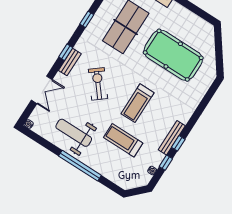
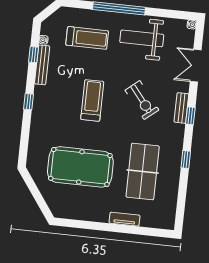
weight bench: (74, 133) -> (142, 38), turned 180
bench: (172, 138) -> (42, 65), moved
treadmill: (123, 140) -> (87, 38), moved
window: (178, 143) -> (29, 102), moved

